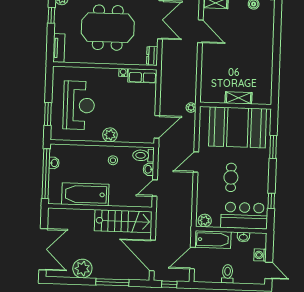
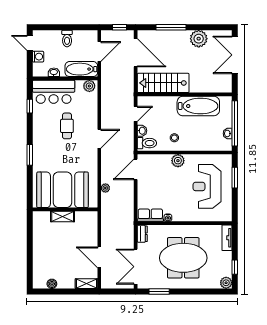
shelving: (239, 98) -> (63, 216), moved
wall: (236, 106) -> (65, 209), moved
booth: (238, 127) -> (63, 190), moved

